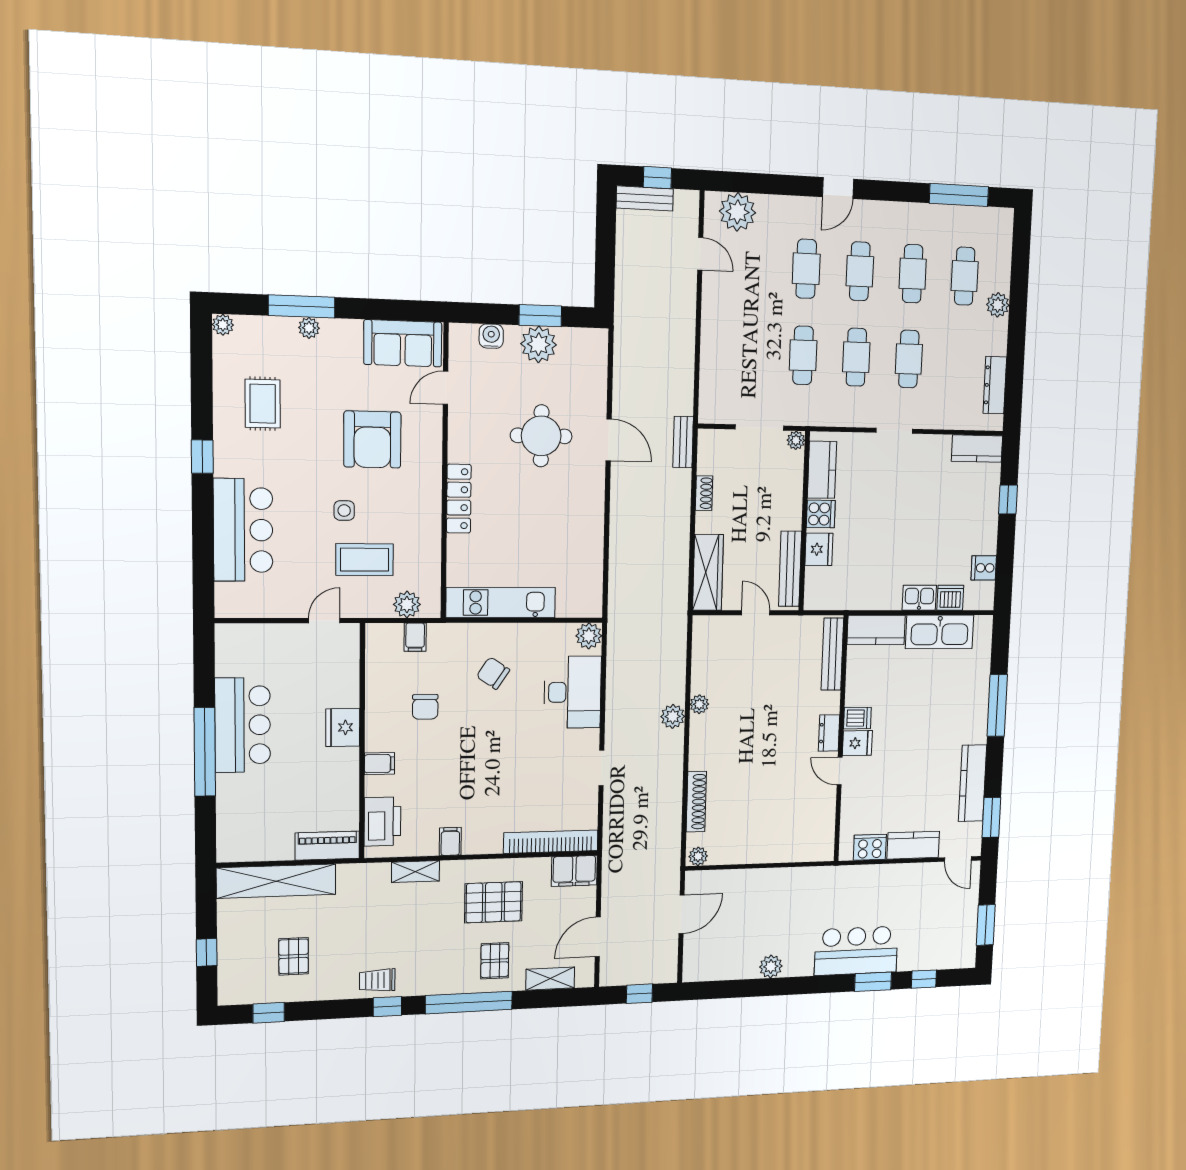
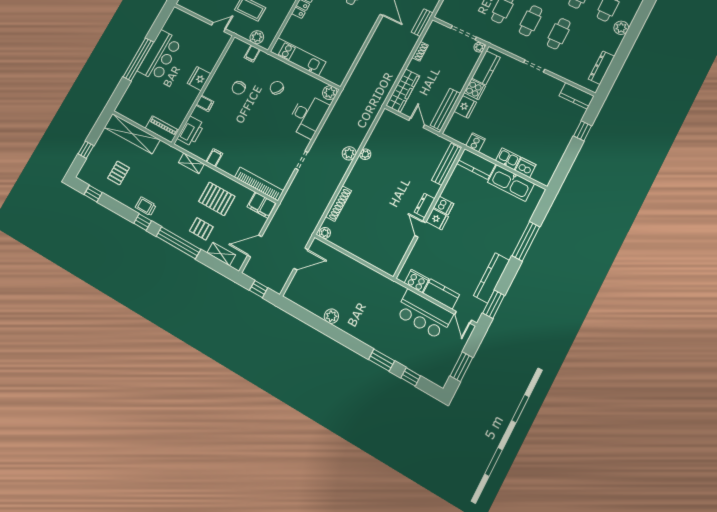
cooker: (984, 568) -> (476, 142), moved, turned 90
bar counter: (856, 951) -> (424, 314), moved, turned 180
pallet: (495, 961) -> (201, 229), turned 90

